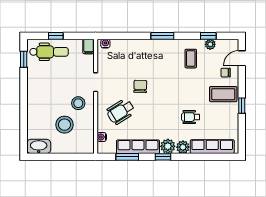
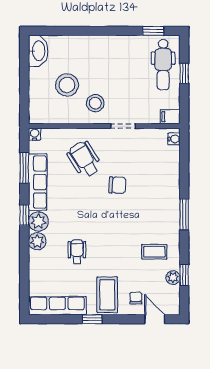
water cooler: (102, 137) -> (35, 134), moved
row of seats: (212, 147) -> (57, 306), moved, turned -90

